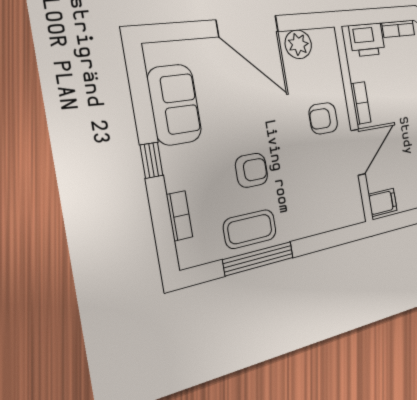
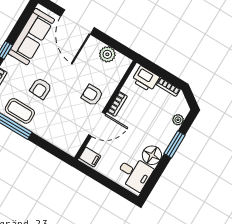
door: (248, 26) -> (77, 22), moved
sofa: (174, 105) -> (31, 37), width x1.36
armchair: (252, 170) -> (41, 88), turned 92

